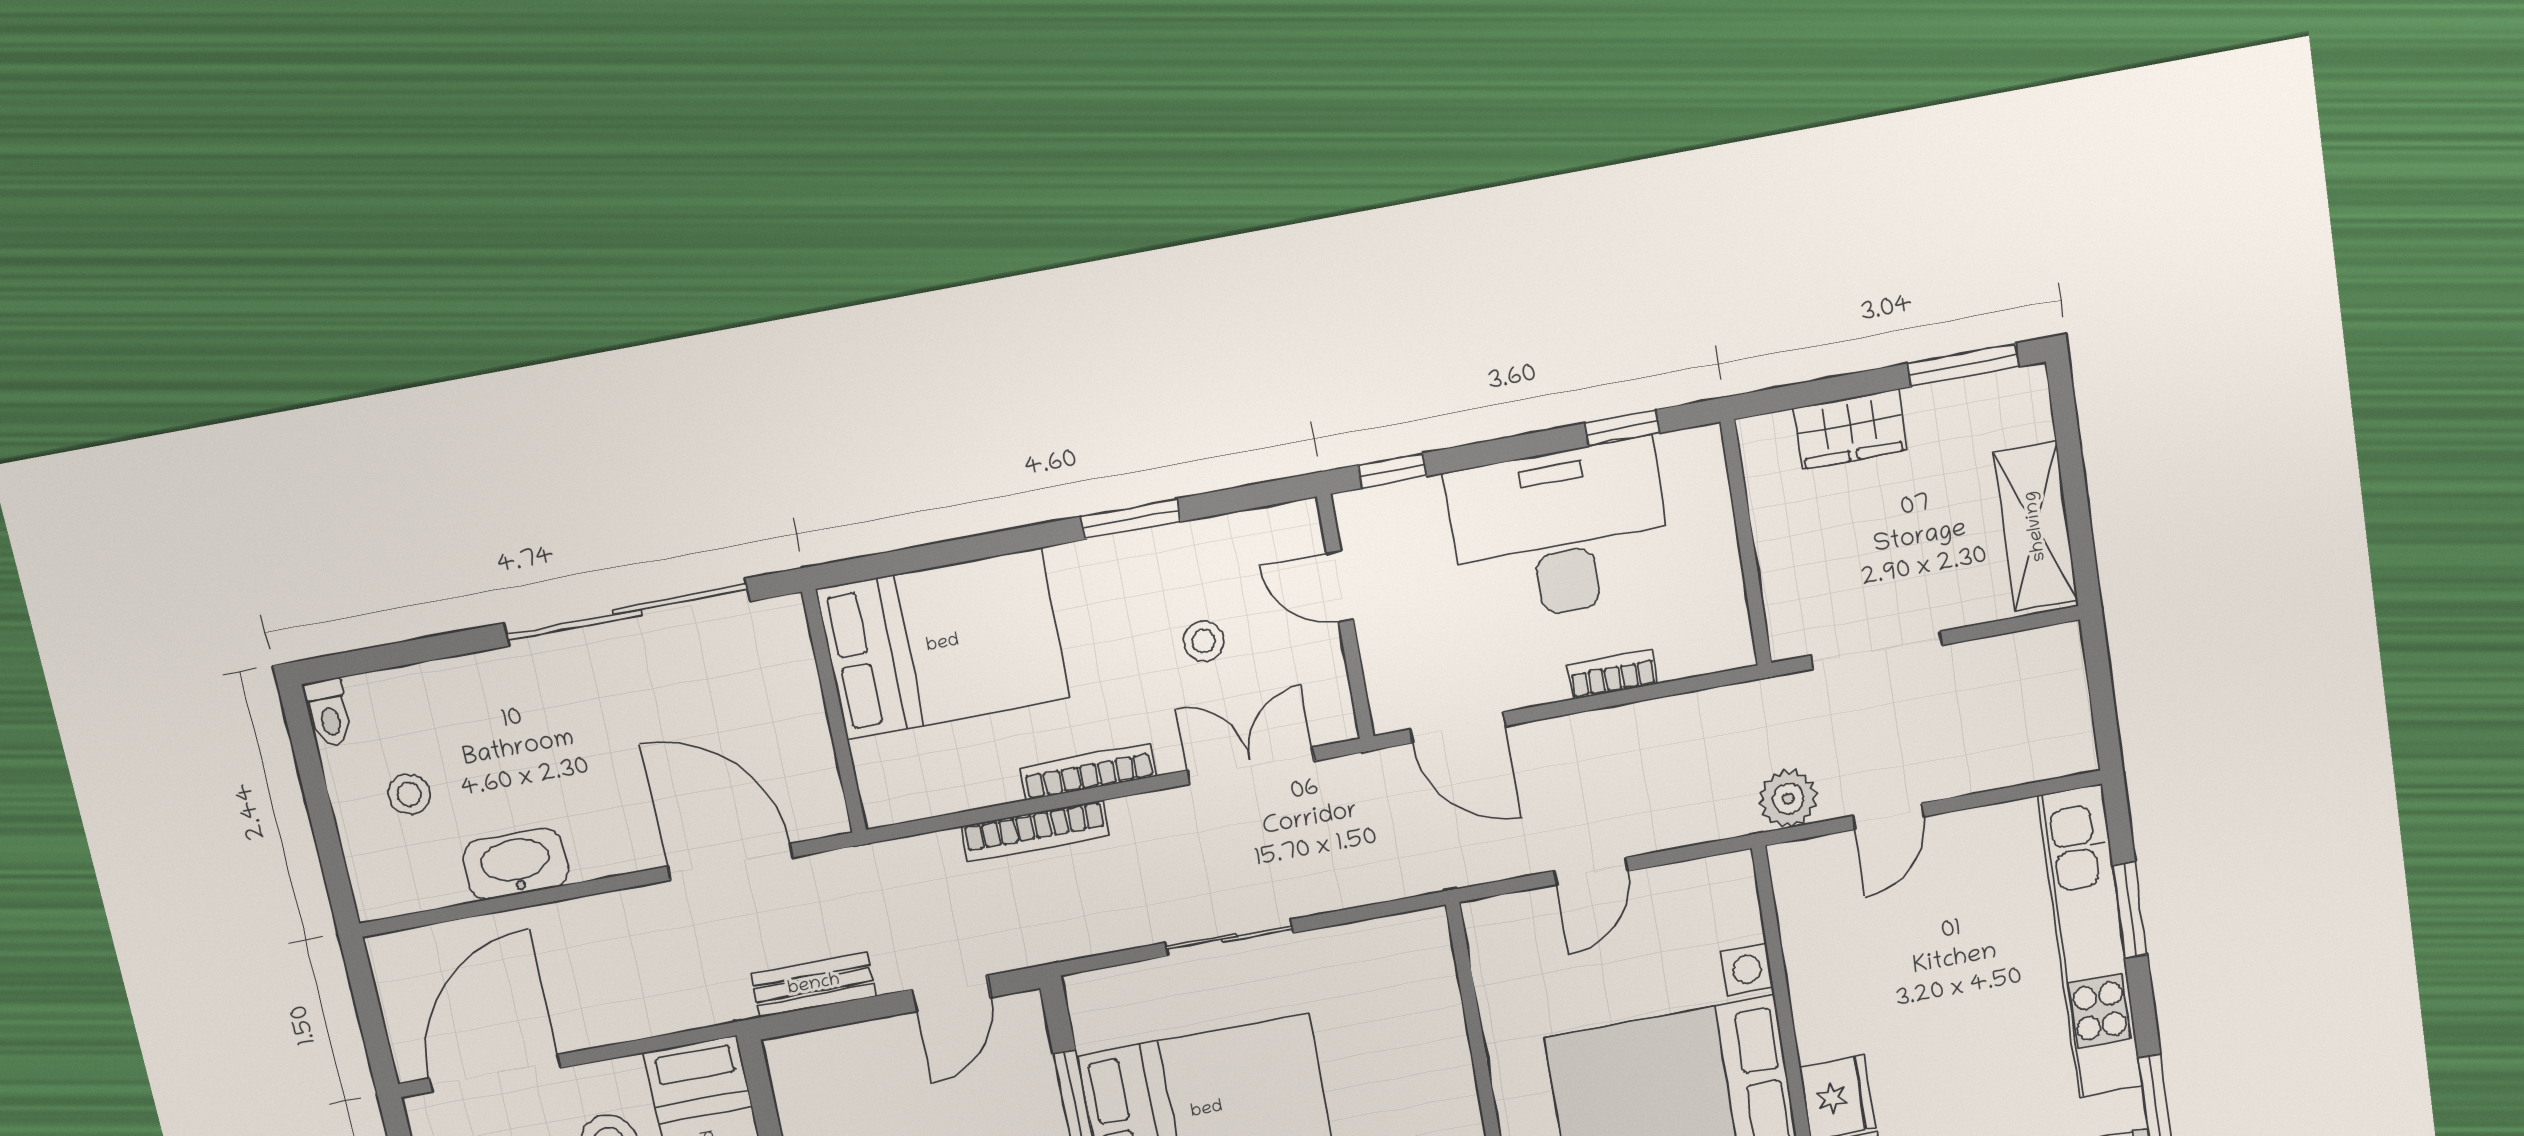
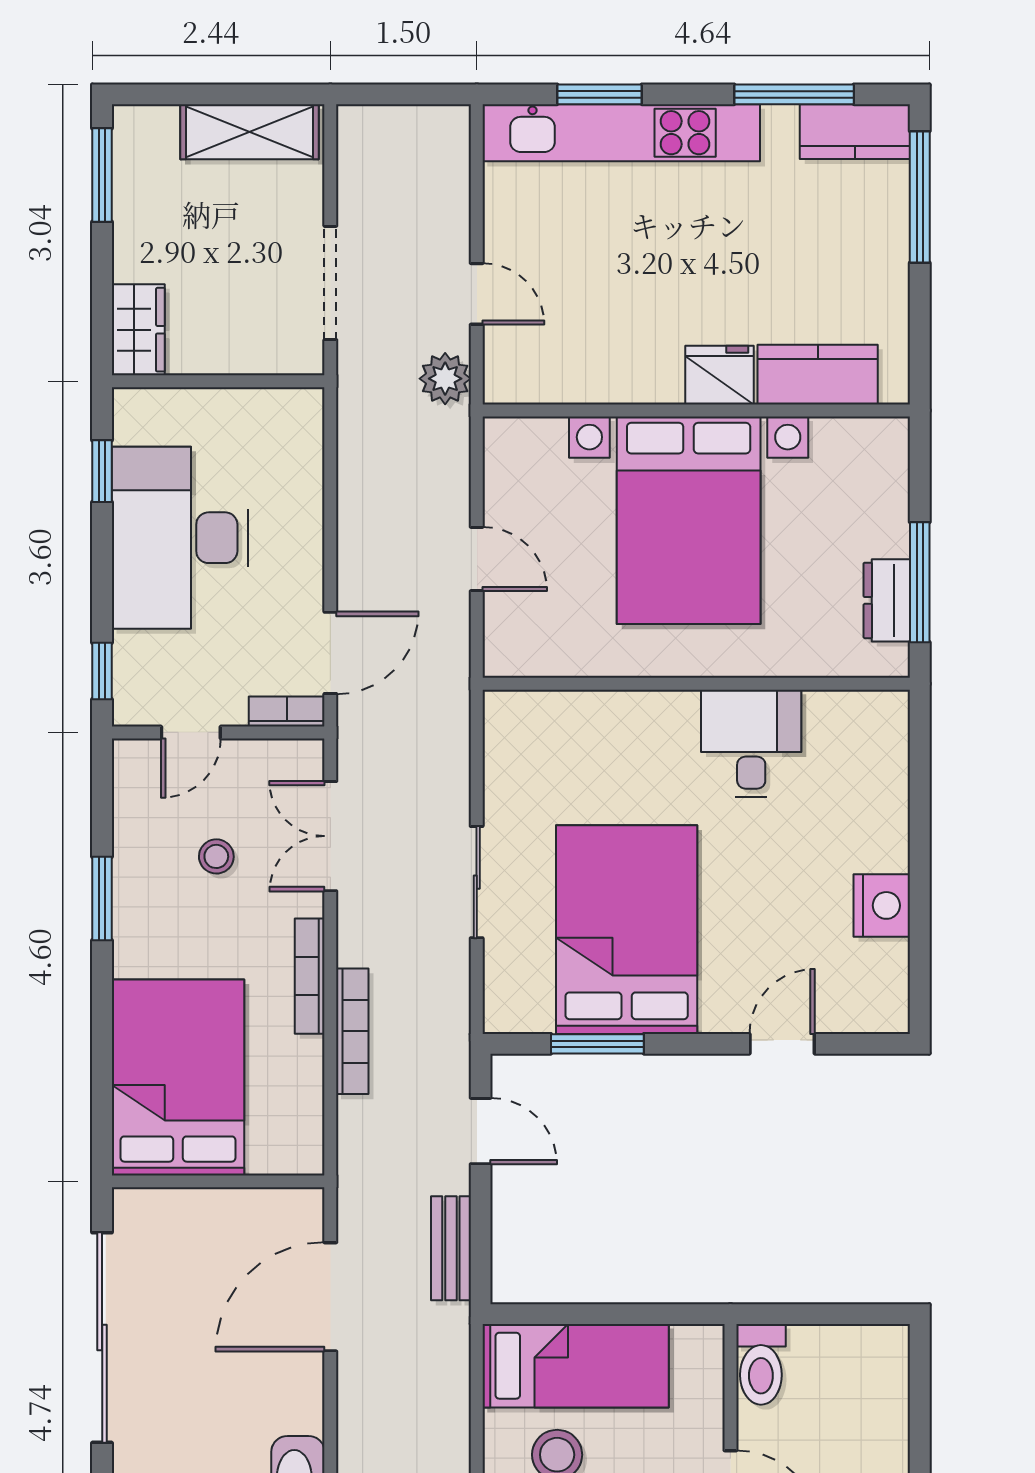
wardrobe: (1850, 429) -> (138, 330), moved
bookcase: (1612, 675) -> (287, 711), moved, turned 90

